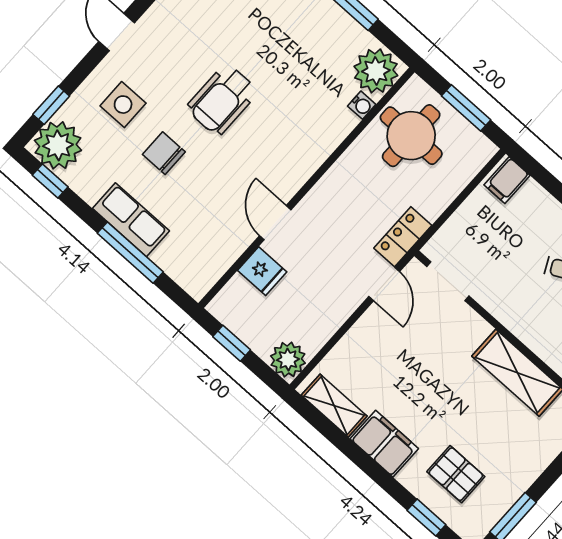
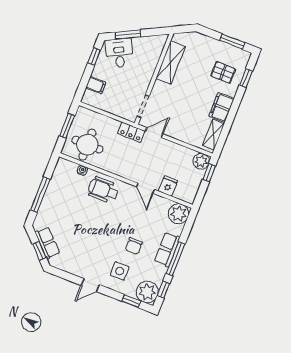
plant: (376, 71) -> (178, 214), moved
wheelchair: (222, 100) -> (103, 190), moved, turned 180
filing cabinet: (507, 180) -> (96, 85), moved
door: (275, 223) -> (146, 188), hinge flipped
window: (130, 253) -> (175, 259), moved
window: (232, 343) -> (209, 173), moved
pallet: (456, 474) -> (223, 72), turned 90

